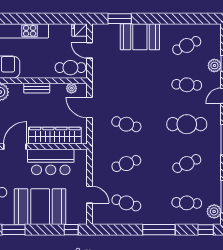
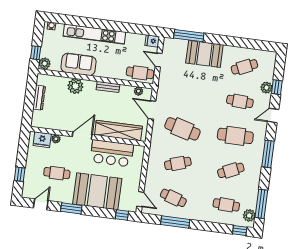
window: (120, 19) -> (189, 36), width x1.44
cafe table: (126, 124) -> (182, 129), width x1.37, depth x1.35
door: (90, 195) -> (140, 199), moved
window: (159, 230) -> (175, 222), moved

